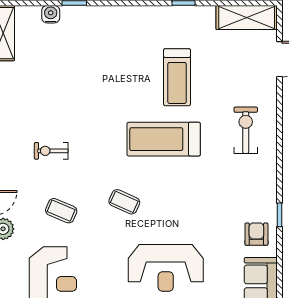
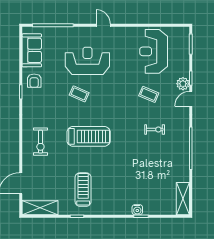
water cooler: (51, 14) -> (137, 210), moved
treadmill: (177, 77) -> (83, 190), moved
coffee table: (124, 202) -> (79, 94), moved

